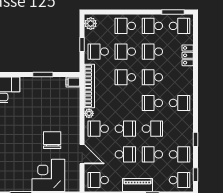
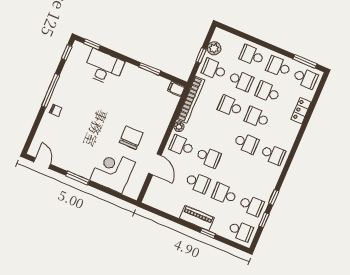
plant: (91, 23) -> (214, 48), moved
school desk: (125, 52) -> (241, 81), turned 180
school desk: (152, 103) -> (246, 143), turned 180
school desk: (152, 129) -> (235, 169), removed
window: (196, 175) -> (264, 220), moved
school desk: (98, 180) -> (160, 197), removed

